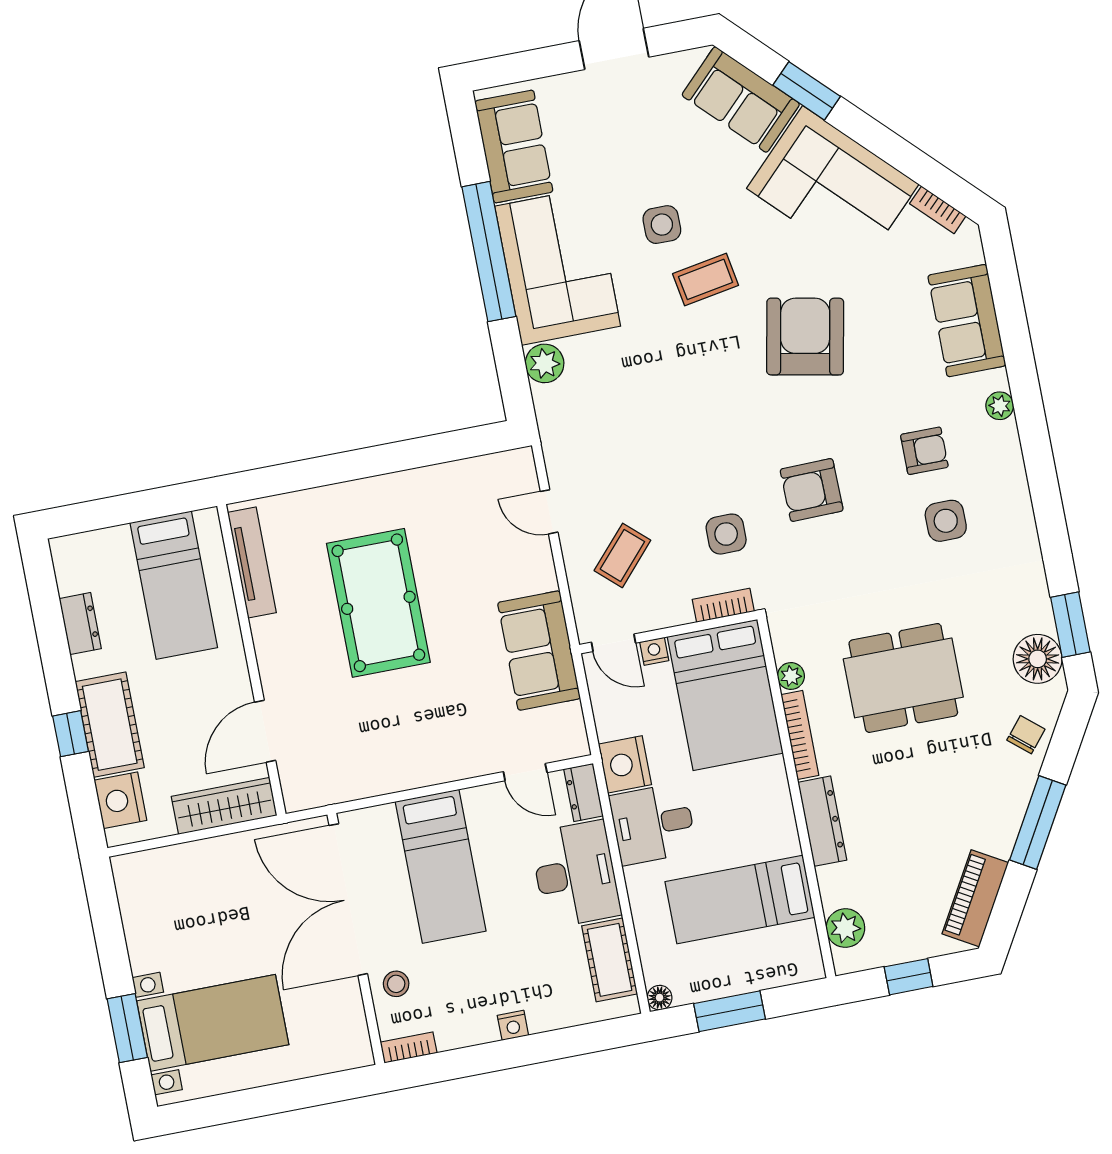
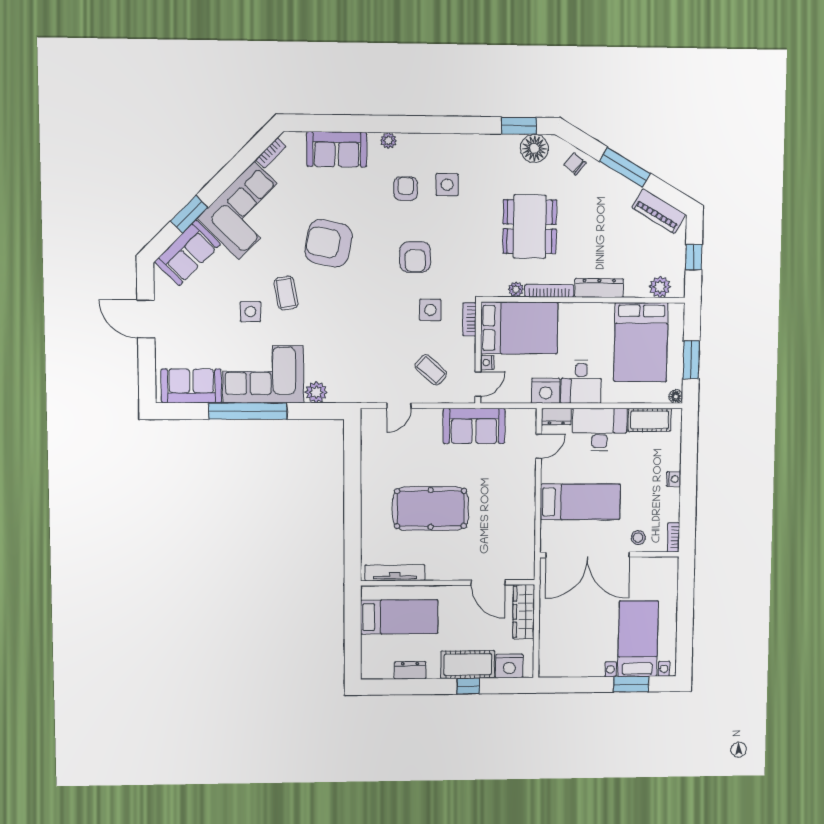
bed: (740, 899) -> (641, 342), width x1.50

